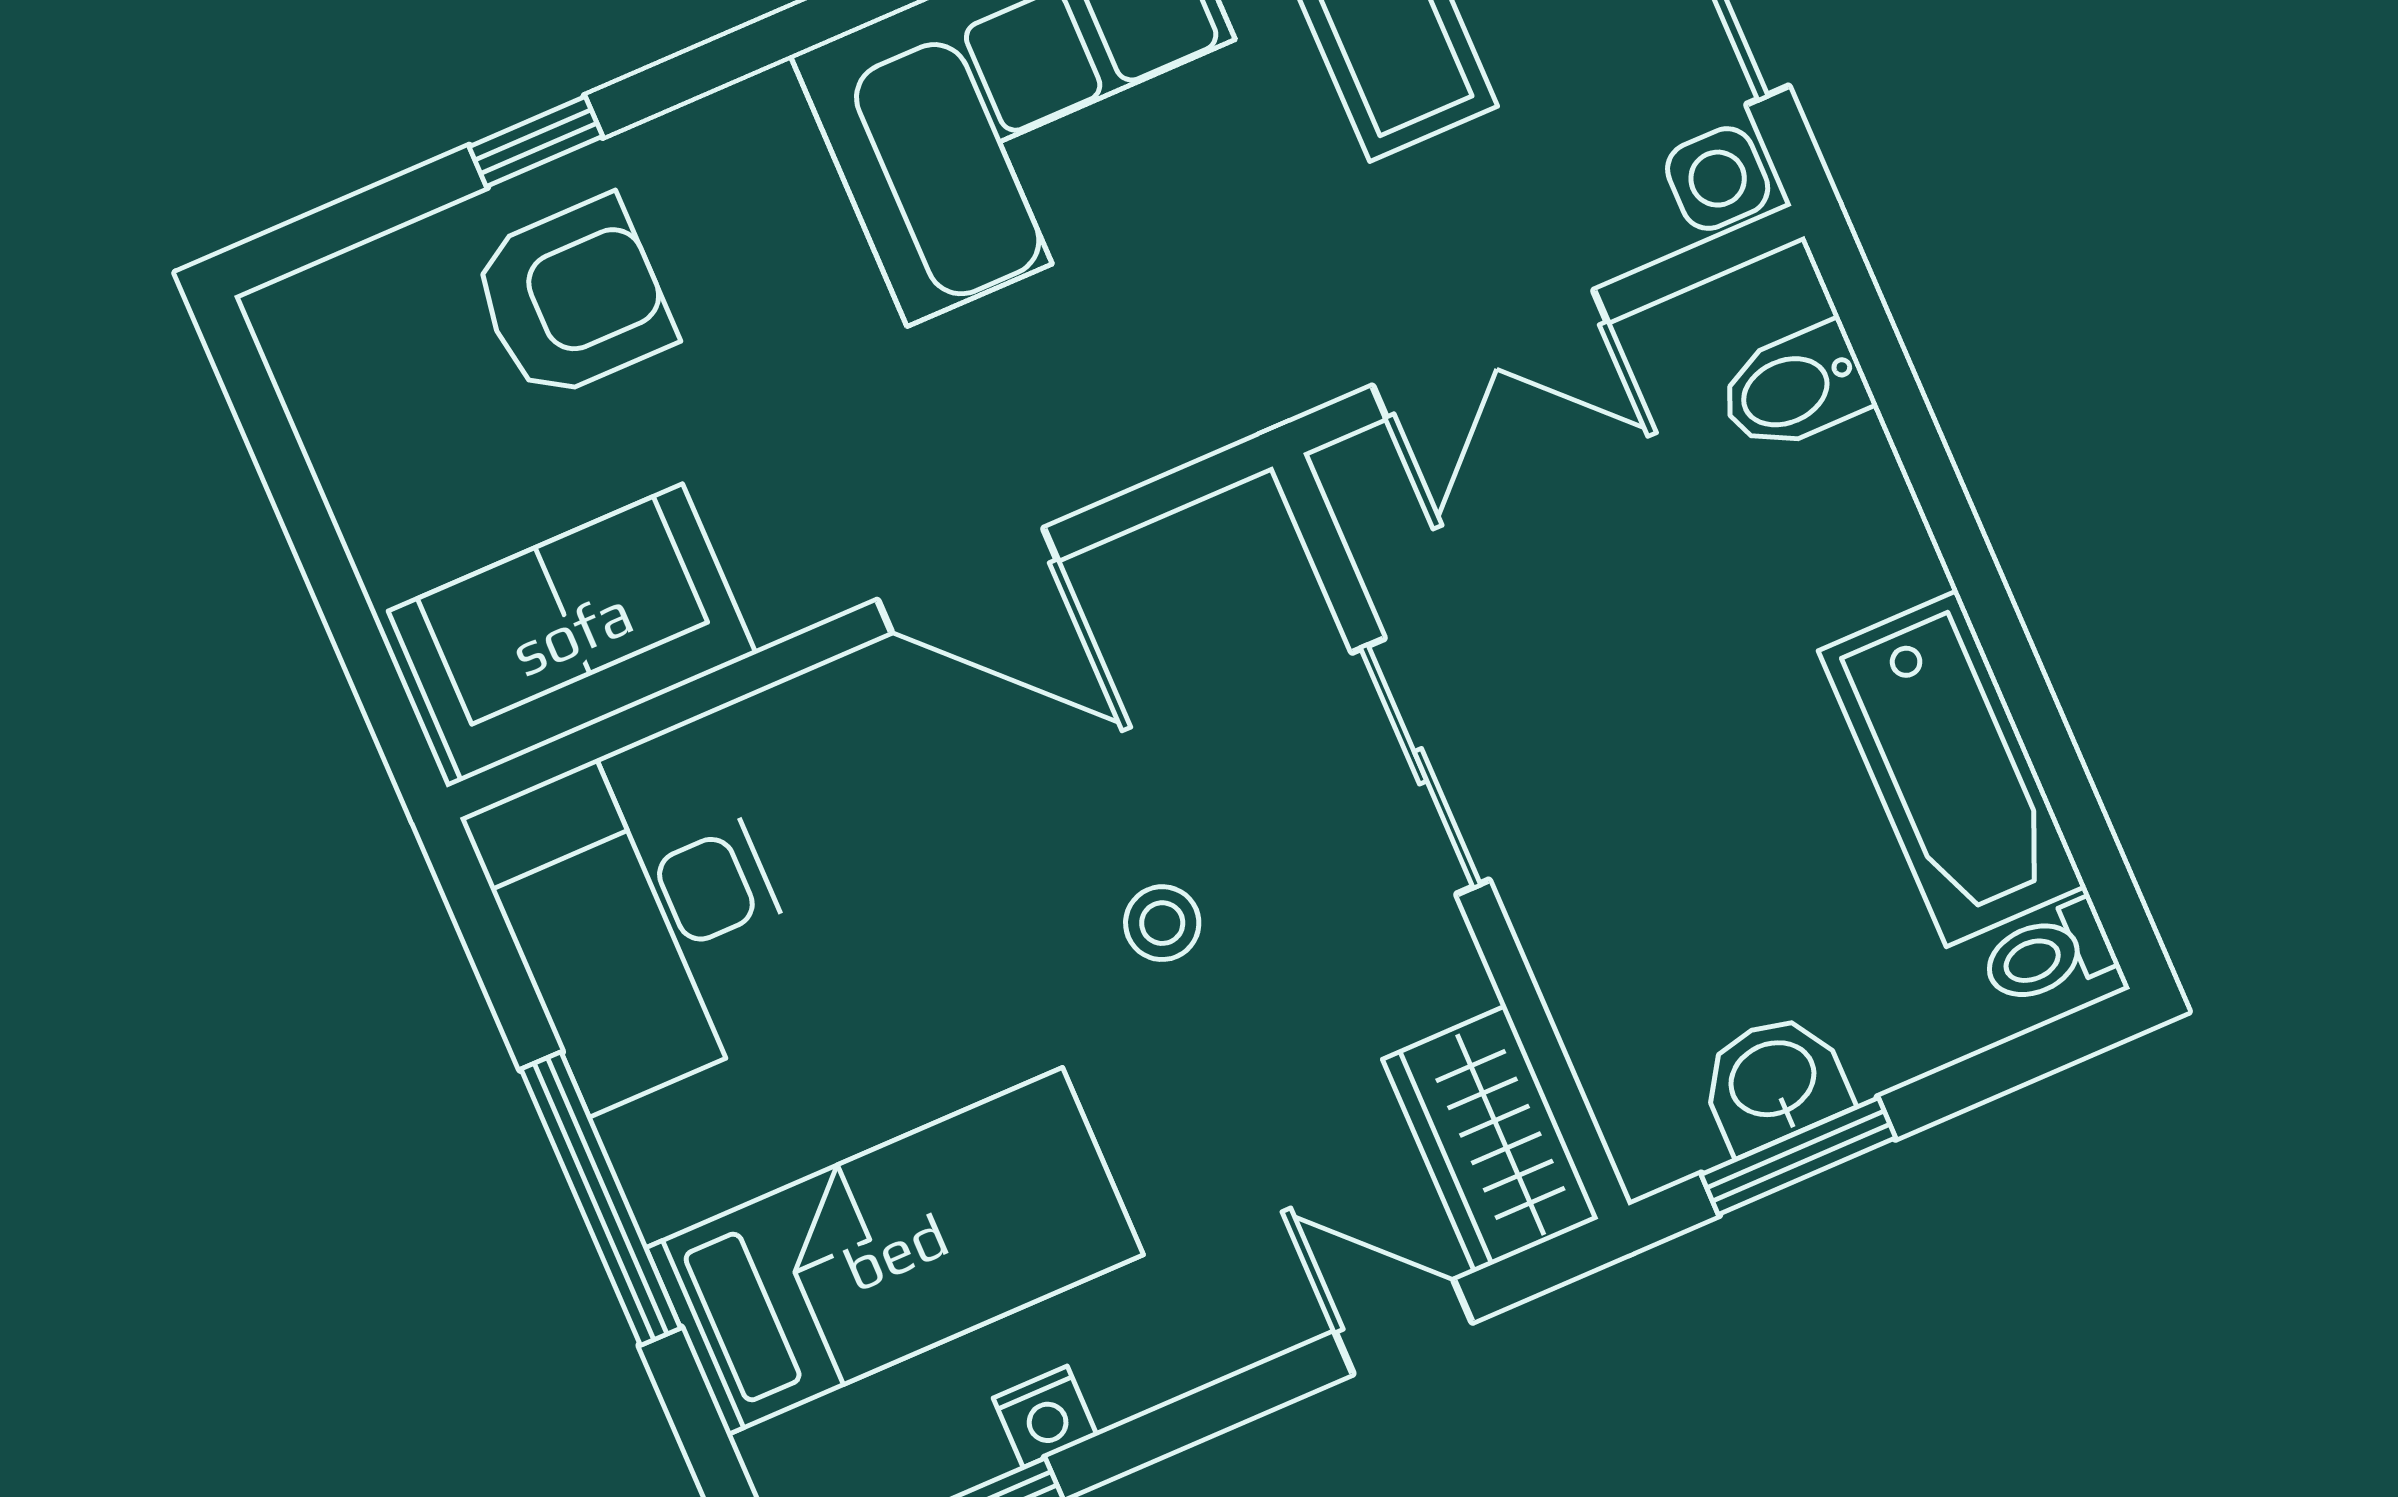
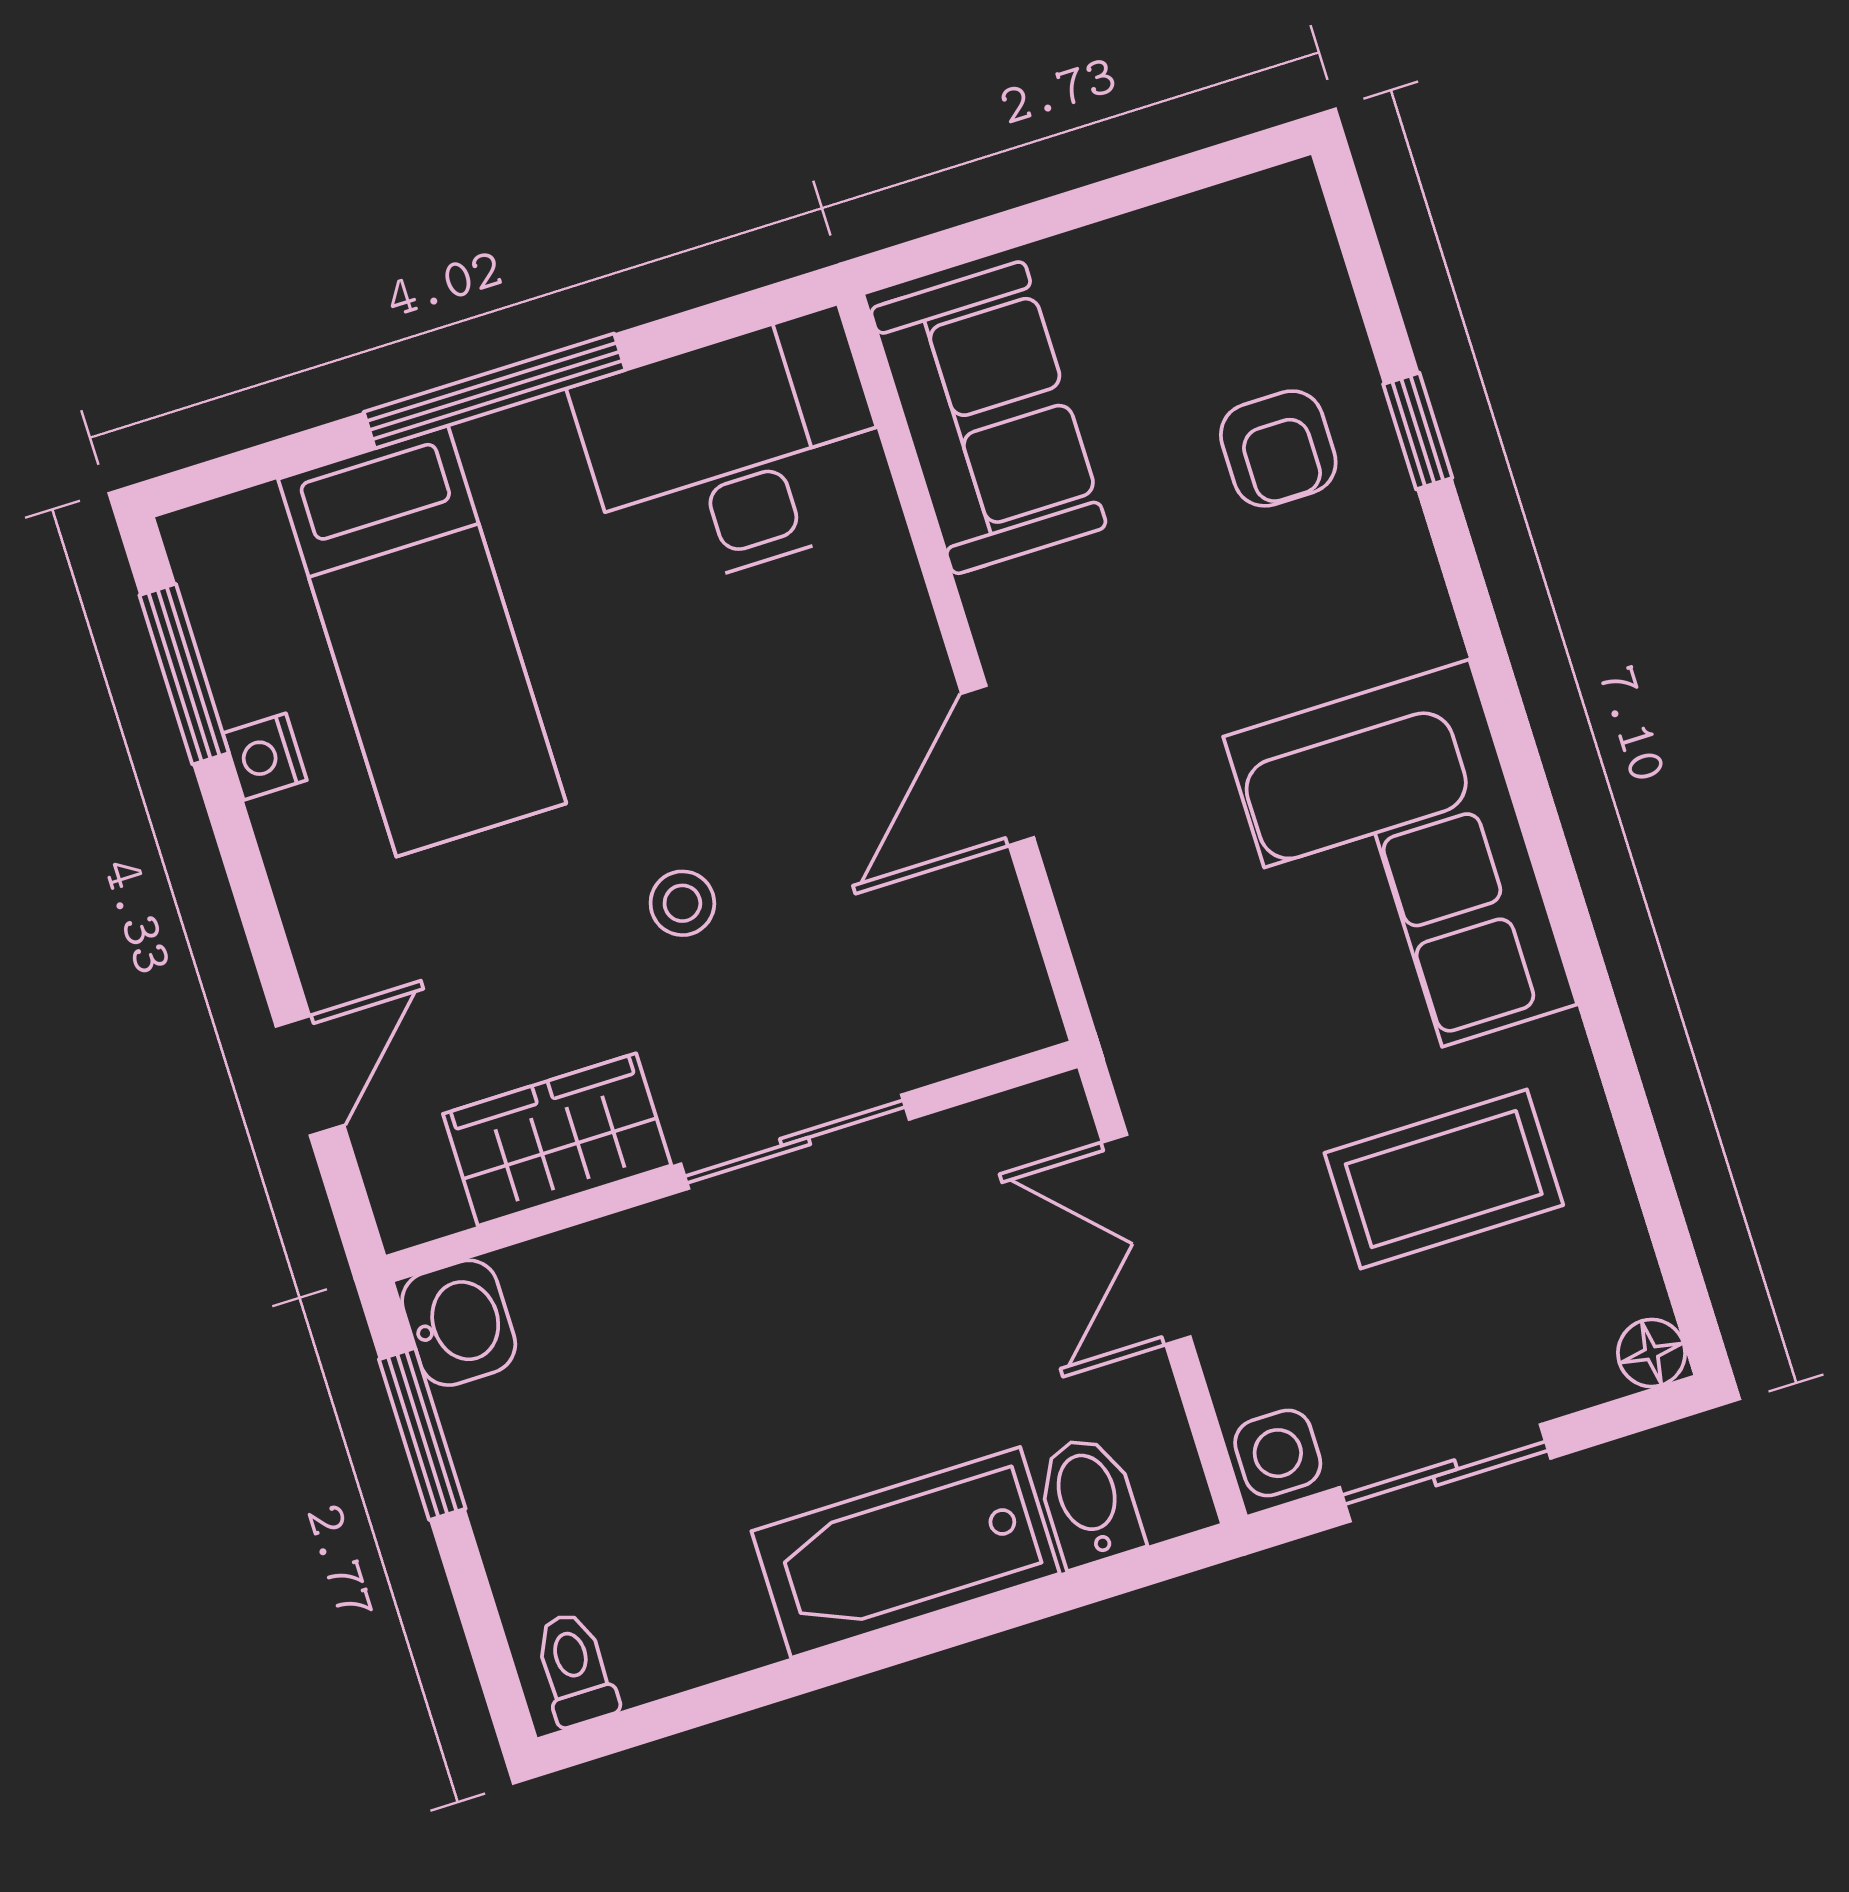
armchair: (572, 298) -> (1278, 448), width x0.72, depth x0.72
bathtub: (1952, 768) -> (906, 1552), moved
washbasin: (1774, 1082) -> (459, 1323), moved
wardrobe: (1490, 1139) -> (557, 1140), moved

